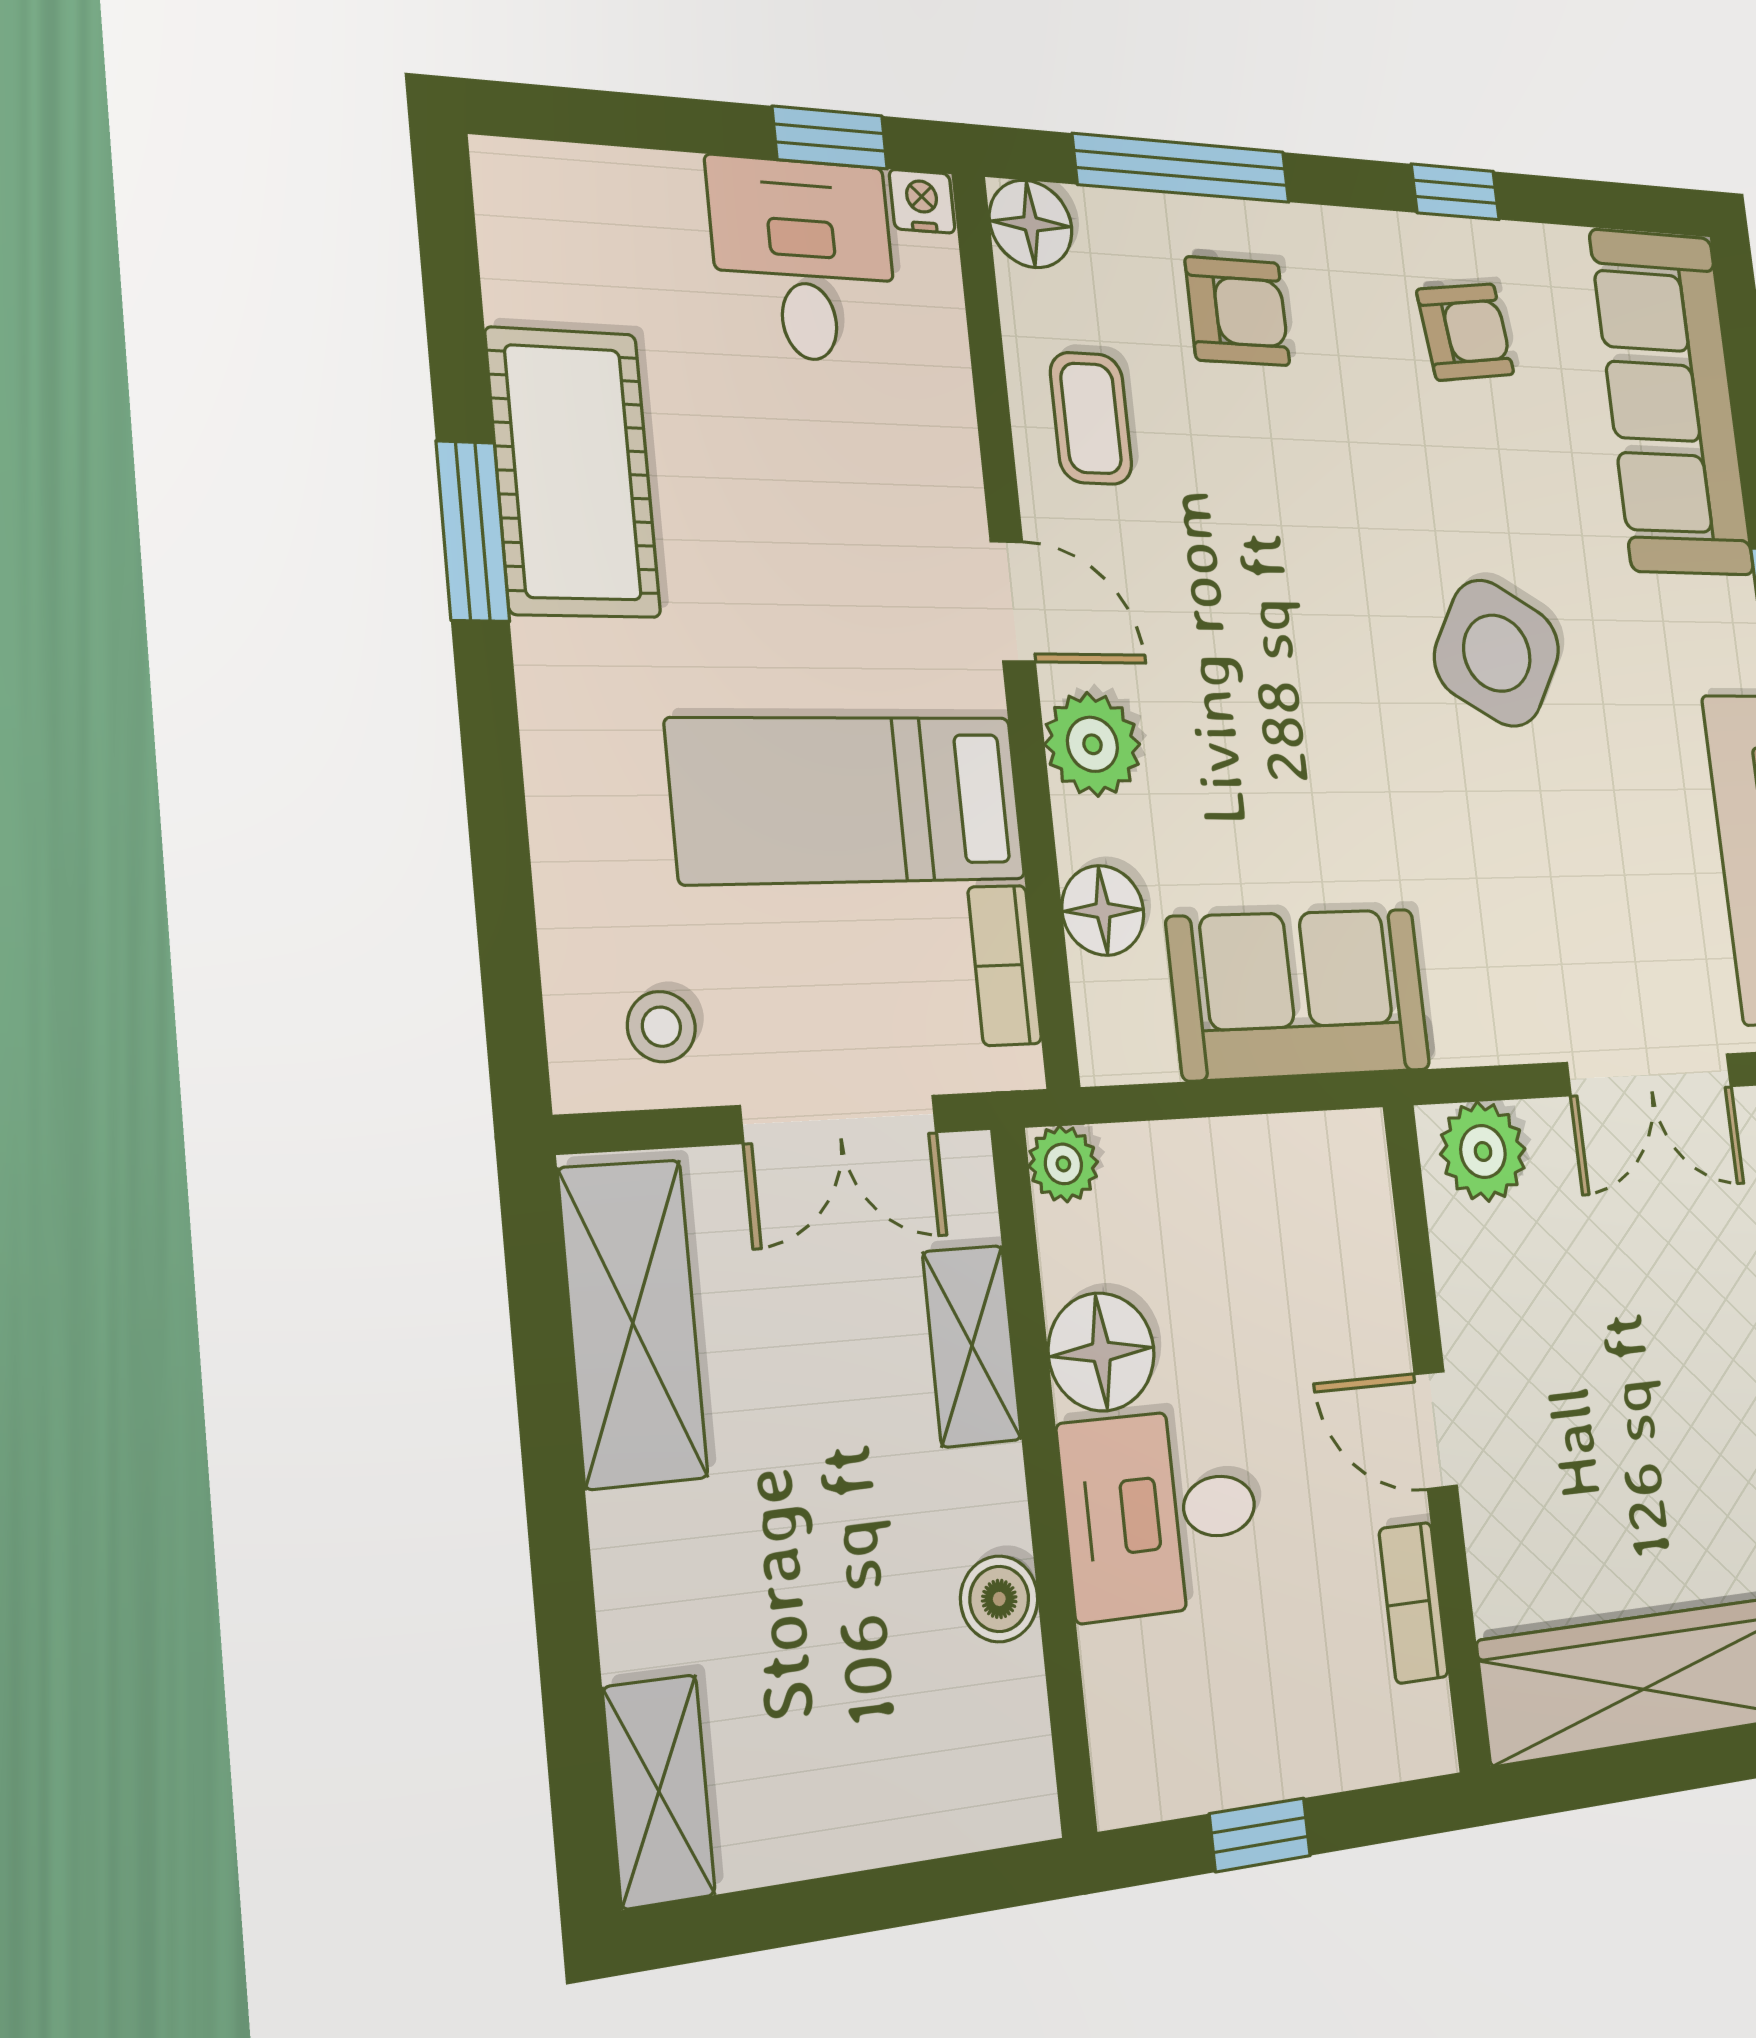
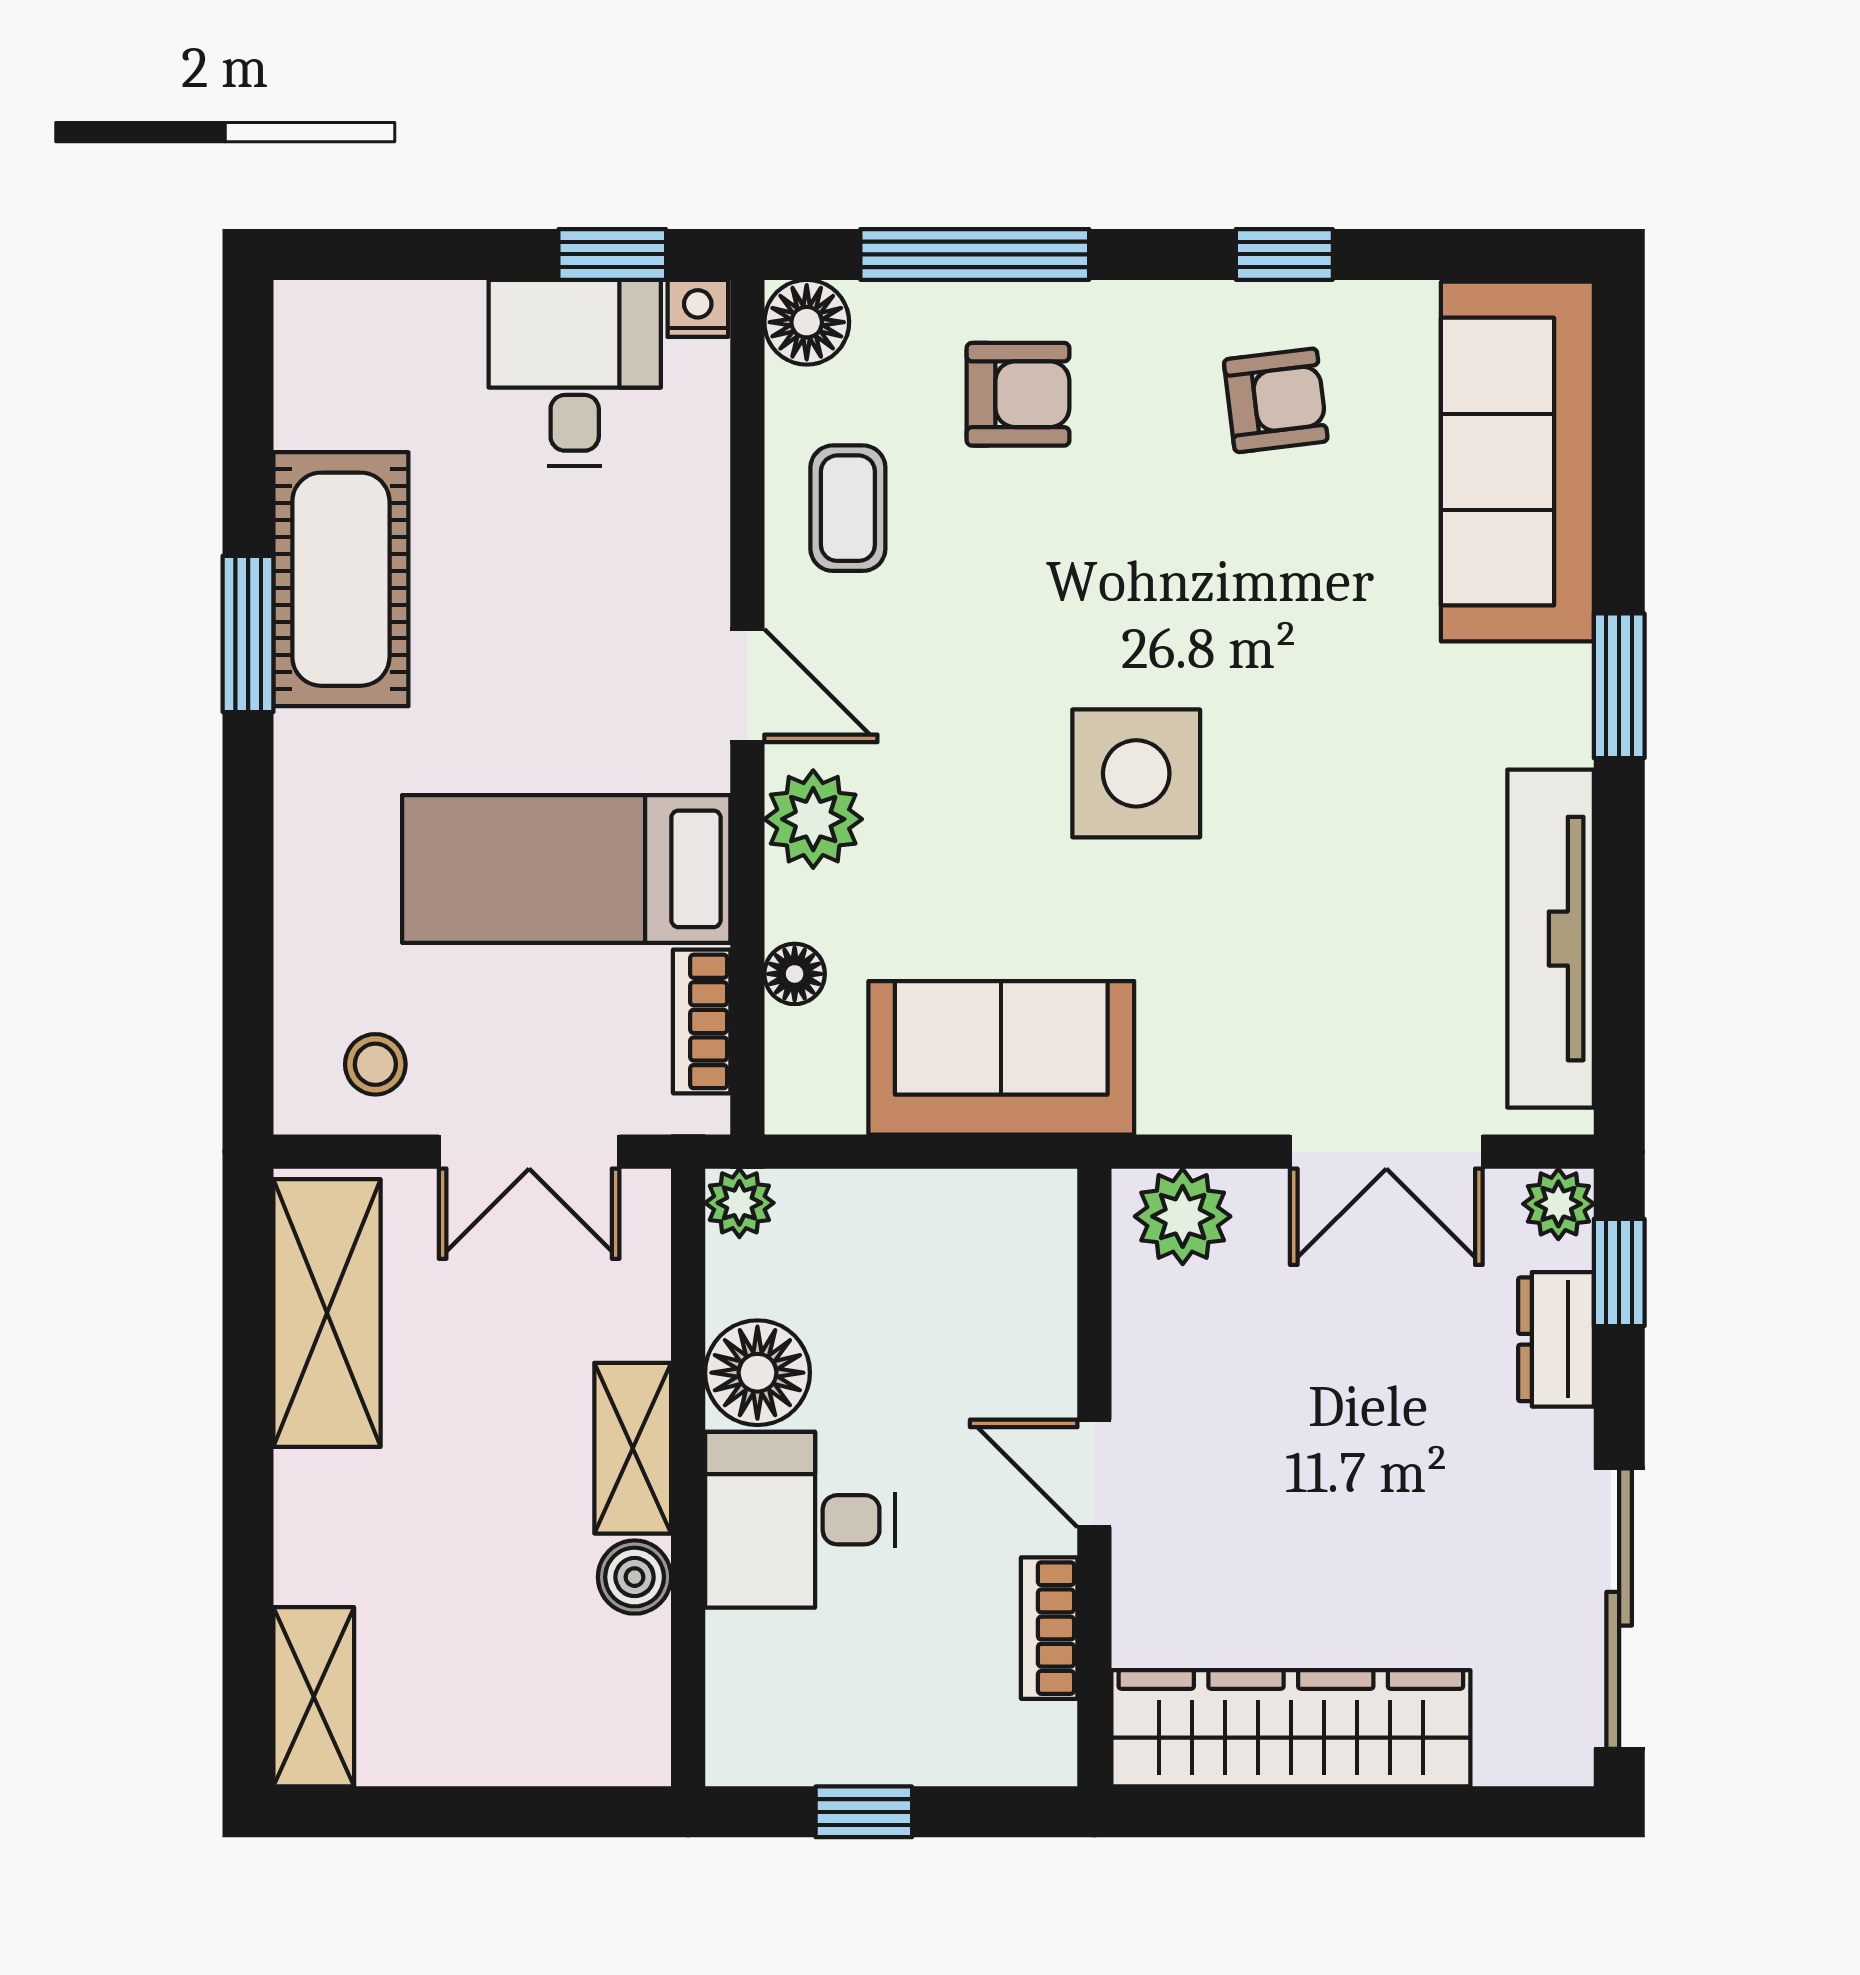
side table: (1497, 653) -> (1136, 773), moved, turned -30
floor lamp: (1103, 910) -> (795, 974), width x0.73, depth x0.73
shelving: (972, 1346) -> (633, 1448), moved

